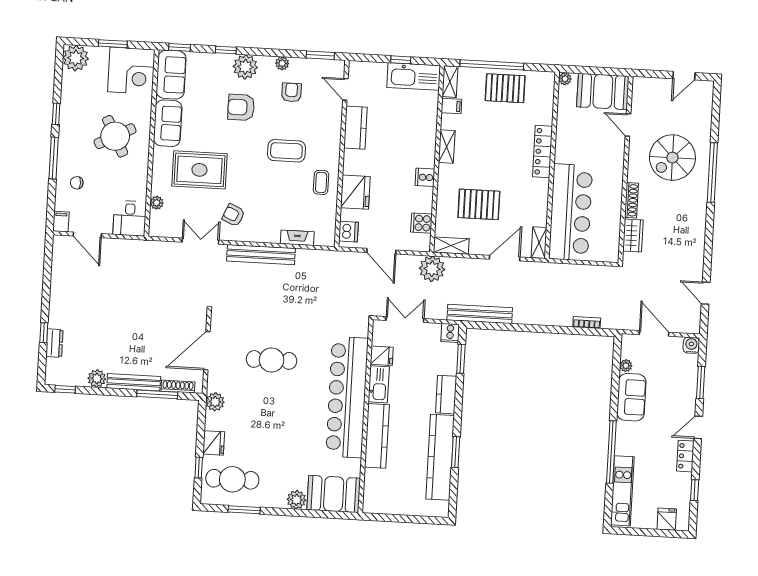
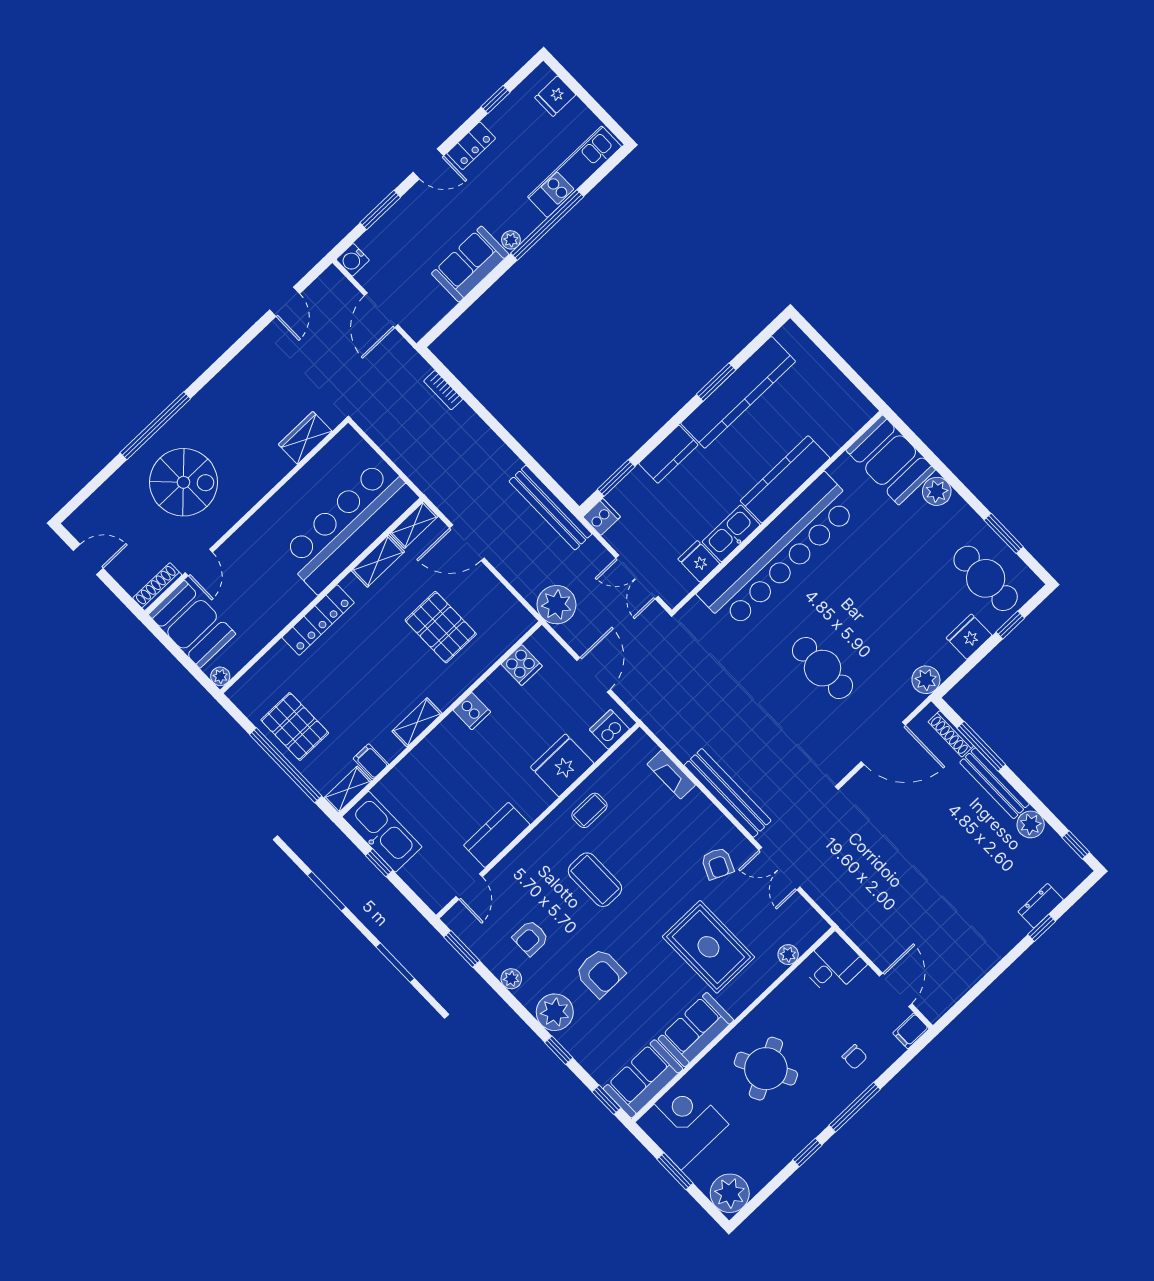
shoe rack: (631, 200) -> (157, 587), moved
shelving: (451, 246) -> (378, 561), moved, turned 90
plant: (626, 366) -> (511, 240), moved

